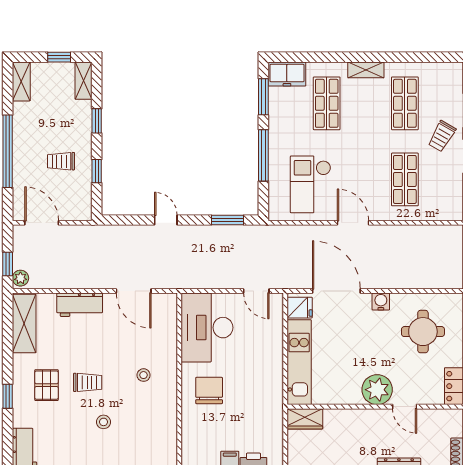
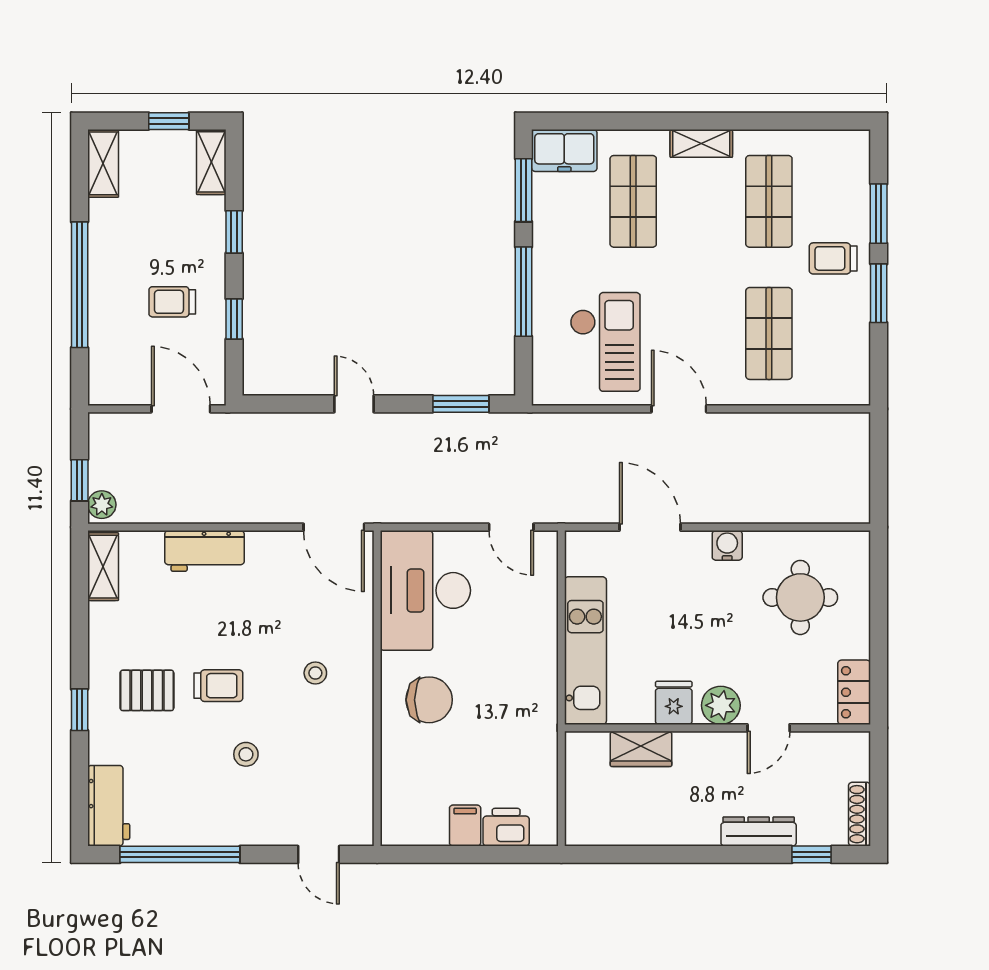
trolley: (442, 136) -> (833, 258), turned 60
checkout: (311, 184) -> (605, 342), turned 180
door: (42, 223) -> (181, 409), moved
door: (134, 291) -> (334, 527), moved
door: (336, 291) -> (650, 527), width x0.73
fridge: (300, 308) -> (674, 703), moved, turned -90
shelving: (24, 324) -> (103, 567), width x0.67, depth x0.75
pallet: (47, 385) -> (147, 690), turned 90
plant: (377, 390) -> (721, 705), width x0.73, depth x0.73
chair: (209, 391) -> (429, 700), turned 90
door: (405, 407) -> (769, 728), hinge flipped
wardrobe: (305, 419) -> (641, 749), moved

